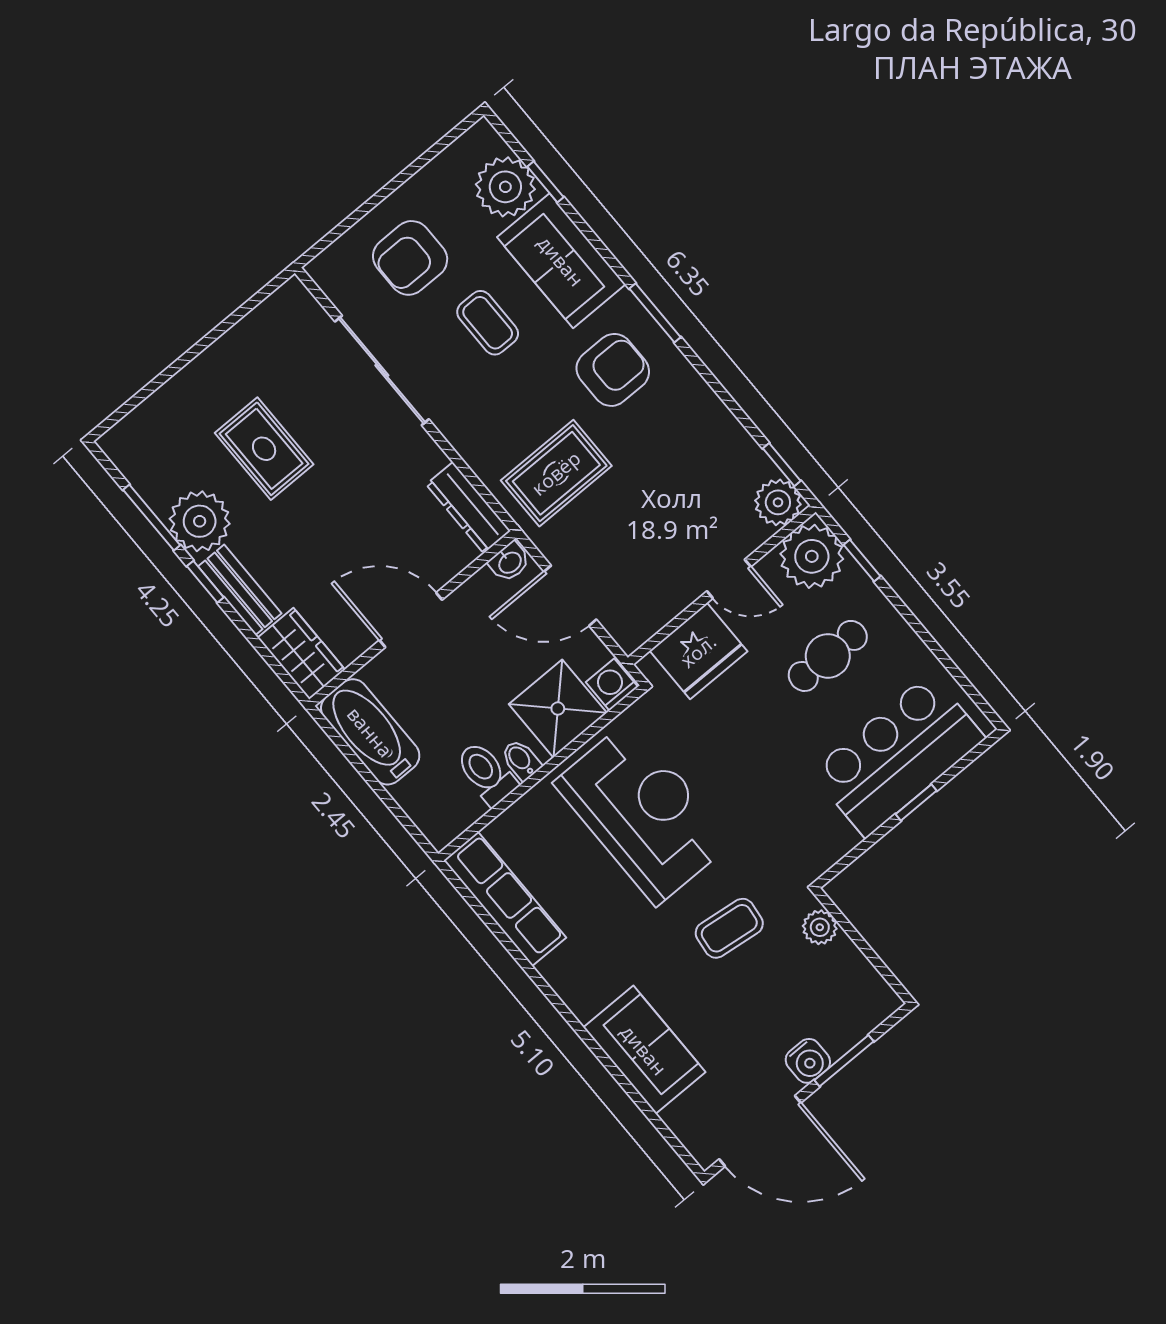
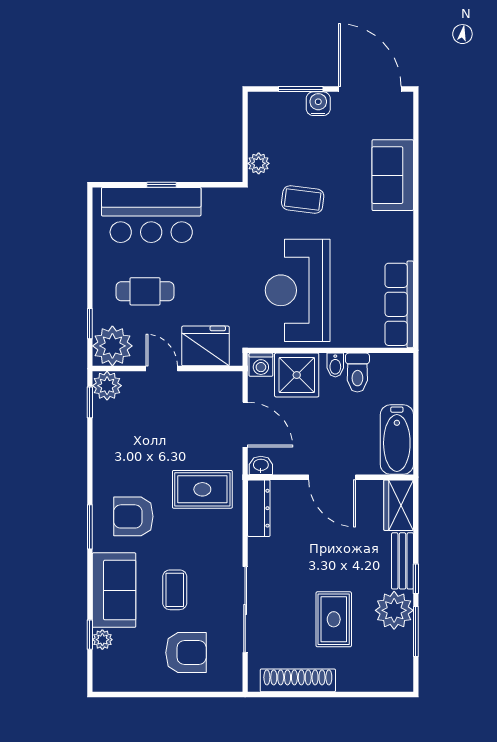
plant: (505, 187) -> (102, 640), width x0.53, depth x0.53
shoe rack: (246, 338) -> (298, 680), added

